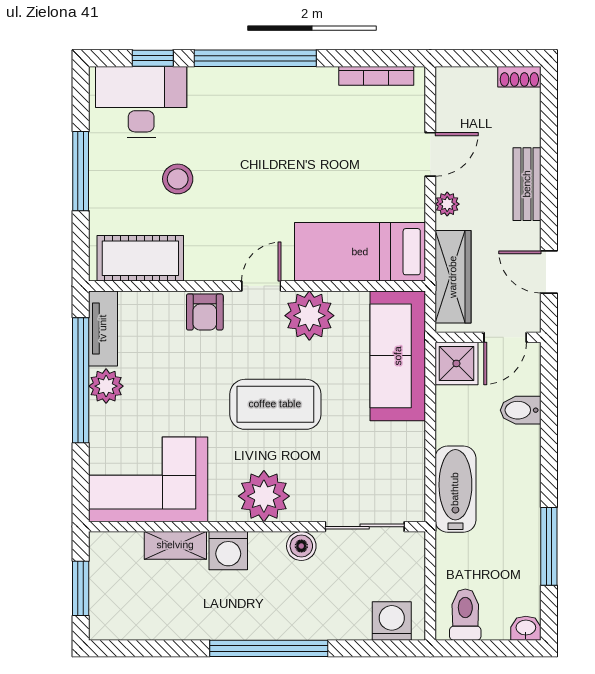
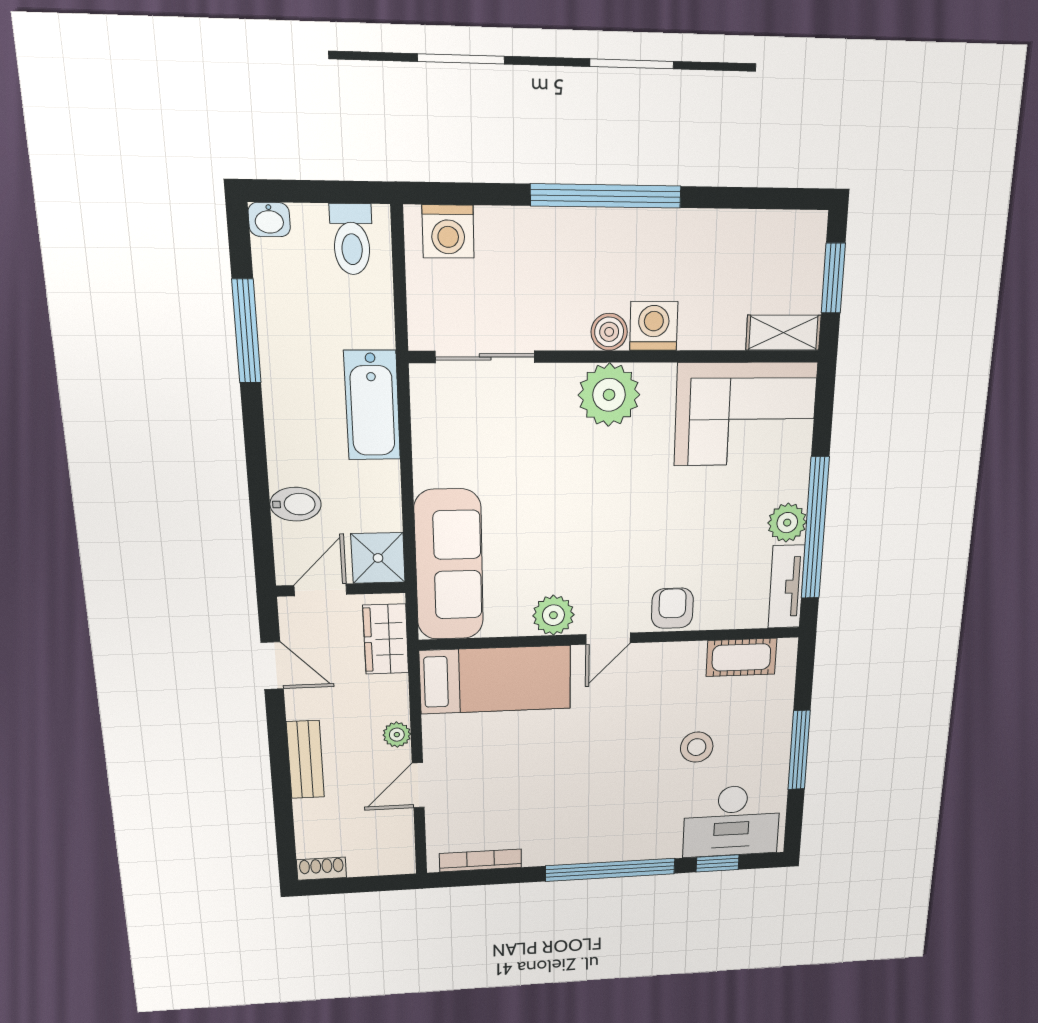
cot: (140, 258) -> (741, 657), width x0.73, depth x0.75
wardrobe: (453, 277) -> (386, 639), width x0.67
plant: (309, 316) -> (553, 615), width x0.73, depth x0.73
coffee table: (275, 404) -> (594, 506), removed
shelving: (175, 545) -> (783, 333), moved
boiler: (301, 546) -> (609, 332), moved

